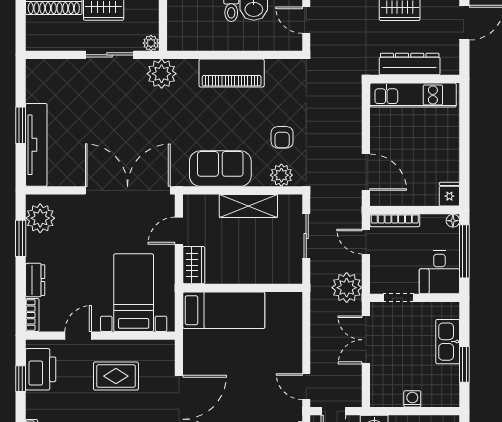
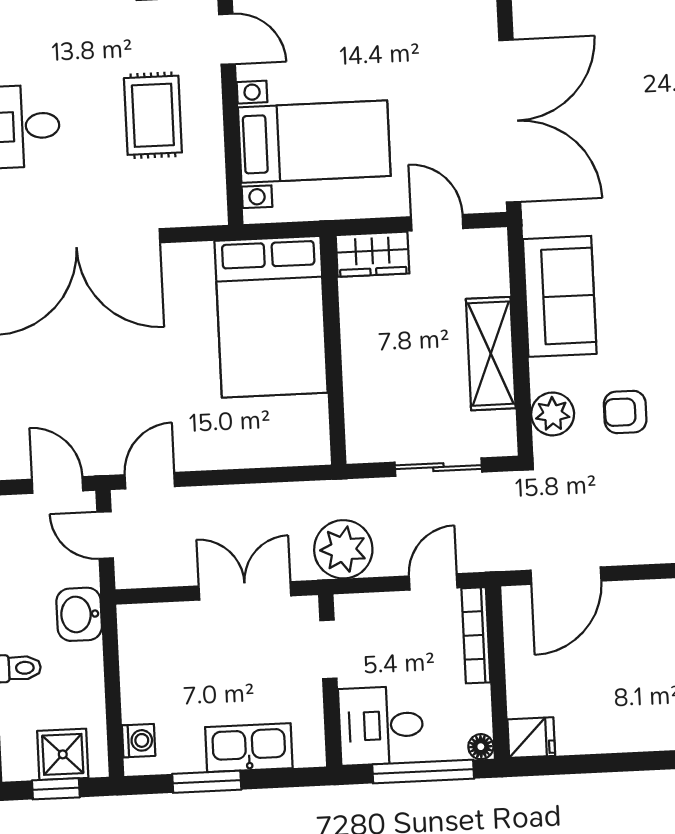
bed: (224, 310) -> (271, 317), width x1.50
washing machine: (412, 399) -> (139, 741), moved

